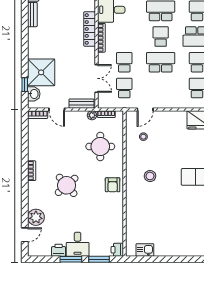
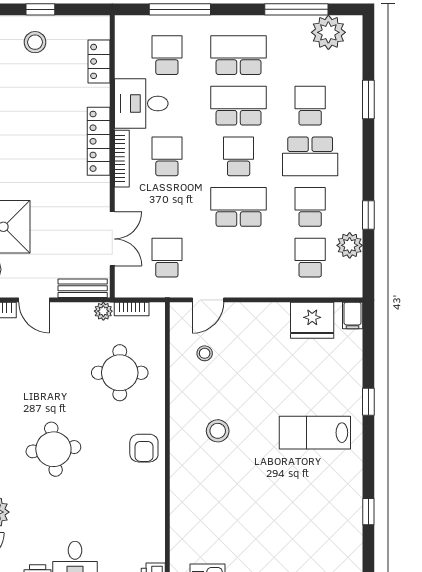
school desk: (124, 62) -> (167, 156), moved
round table: (67, 185) -> (53, 449), turned 35

